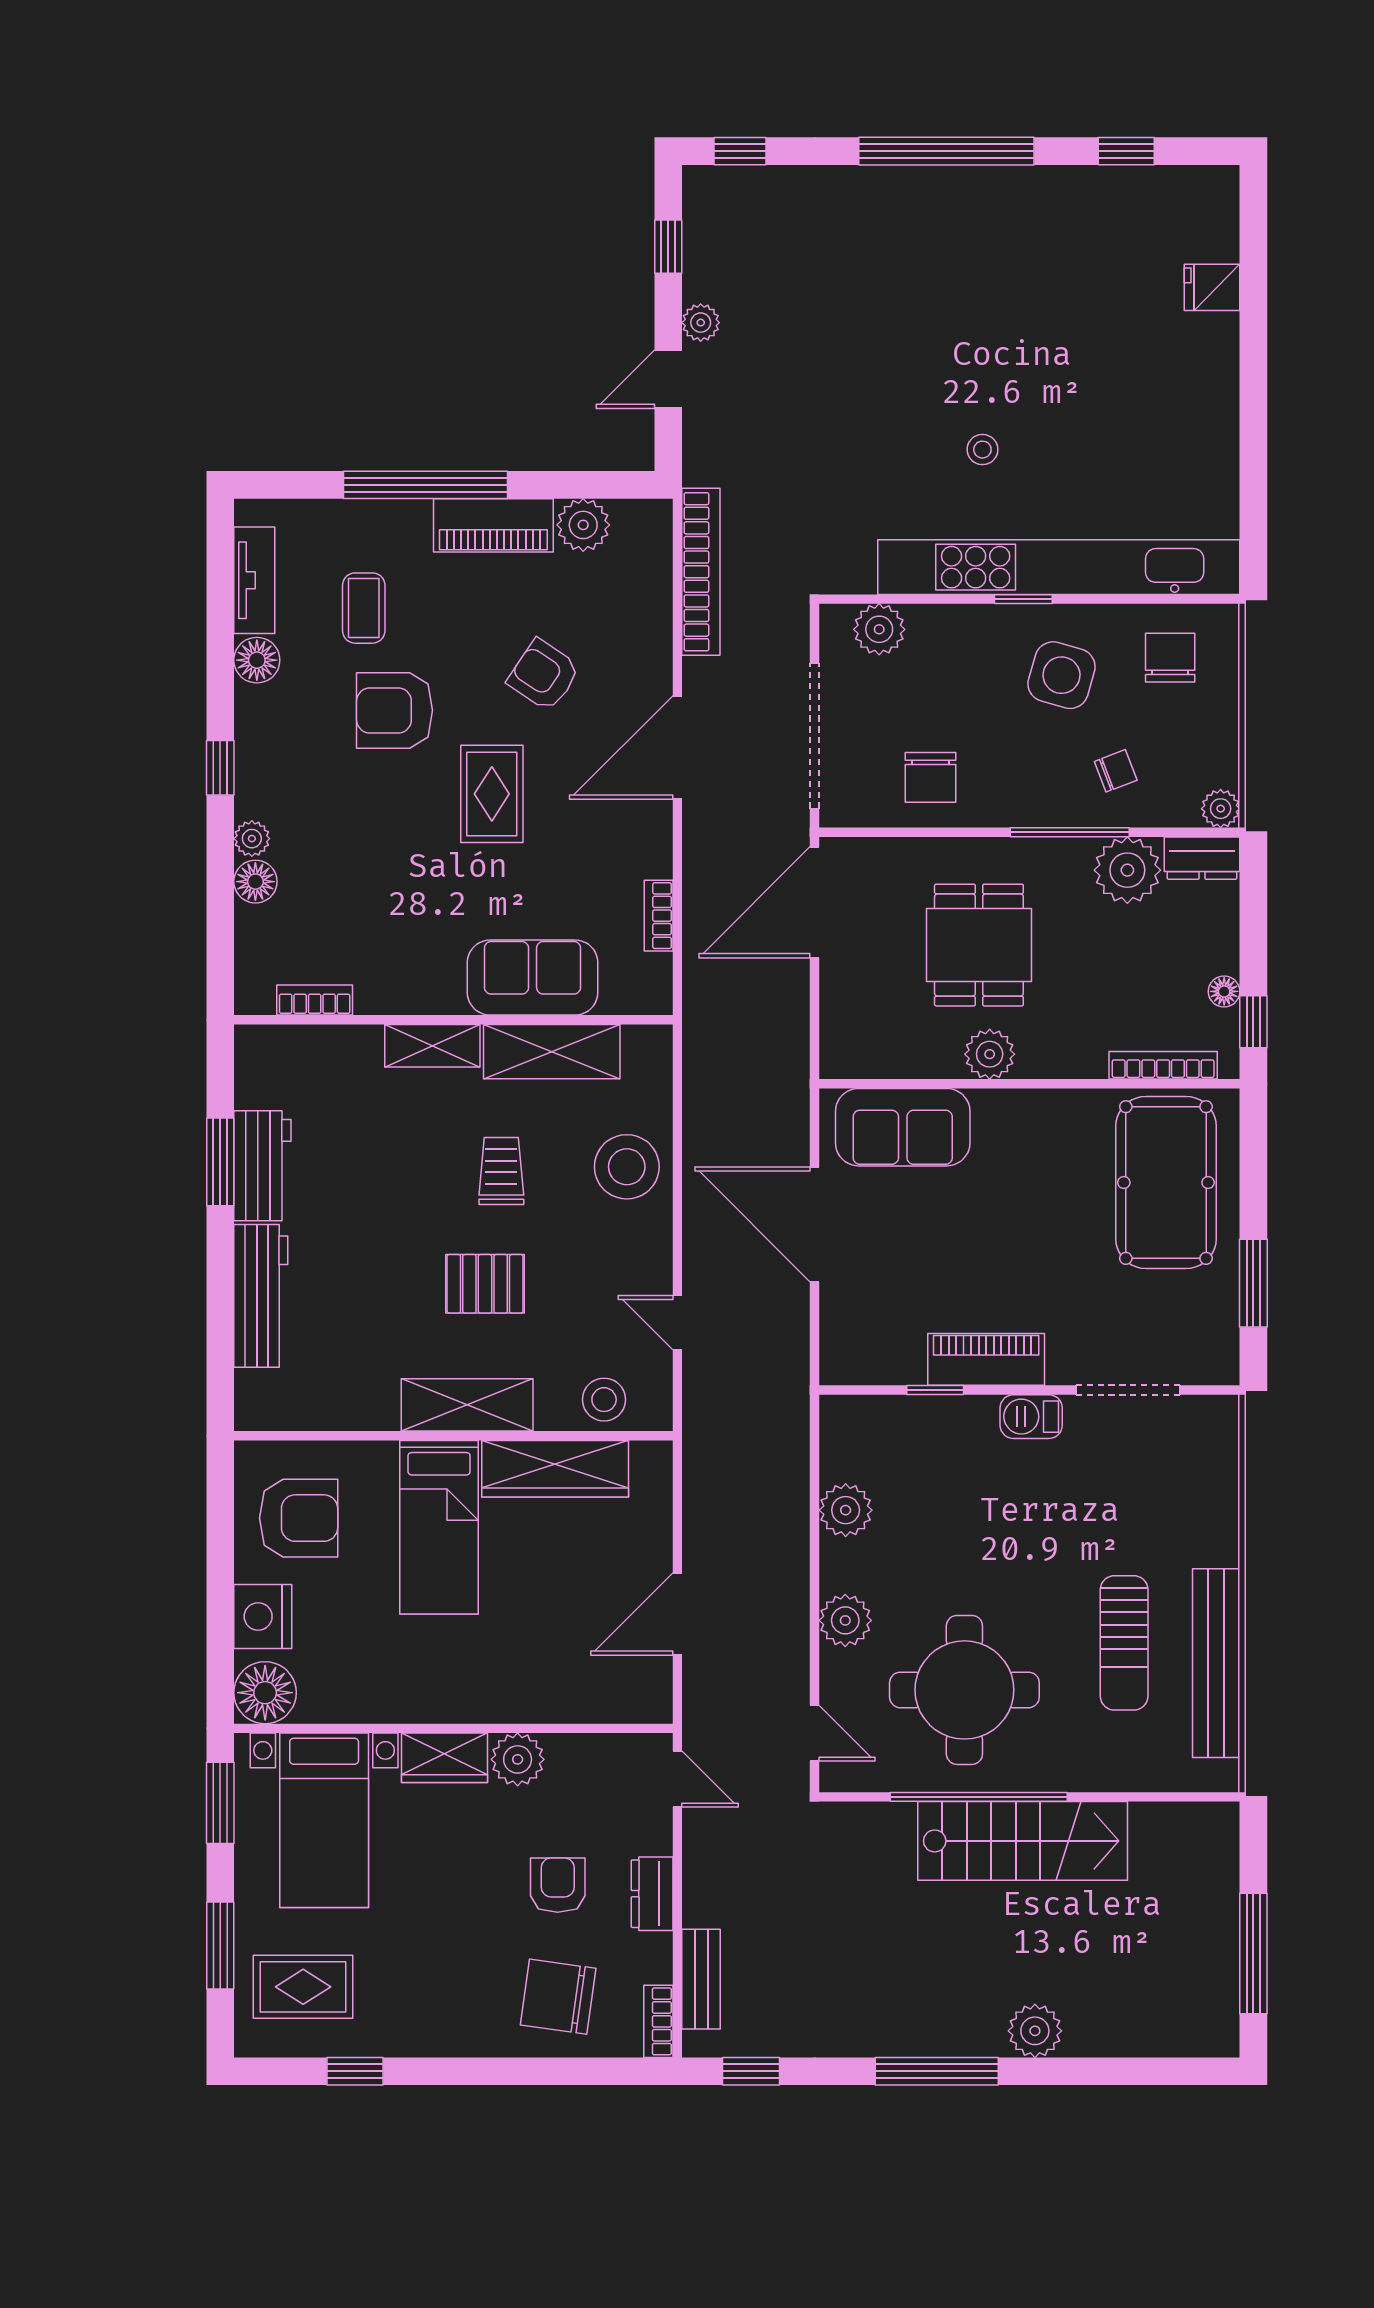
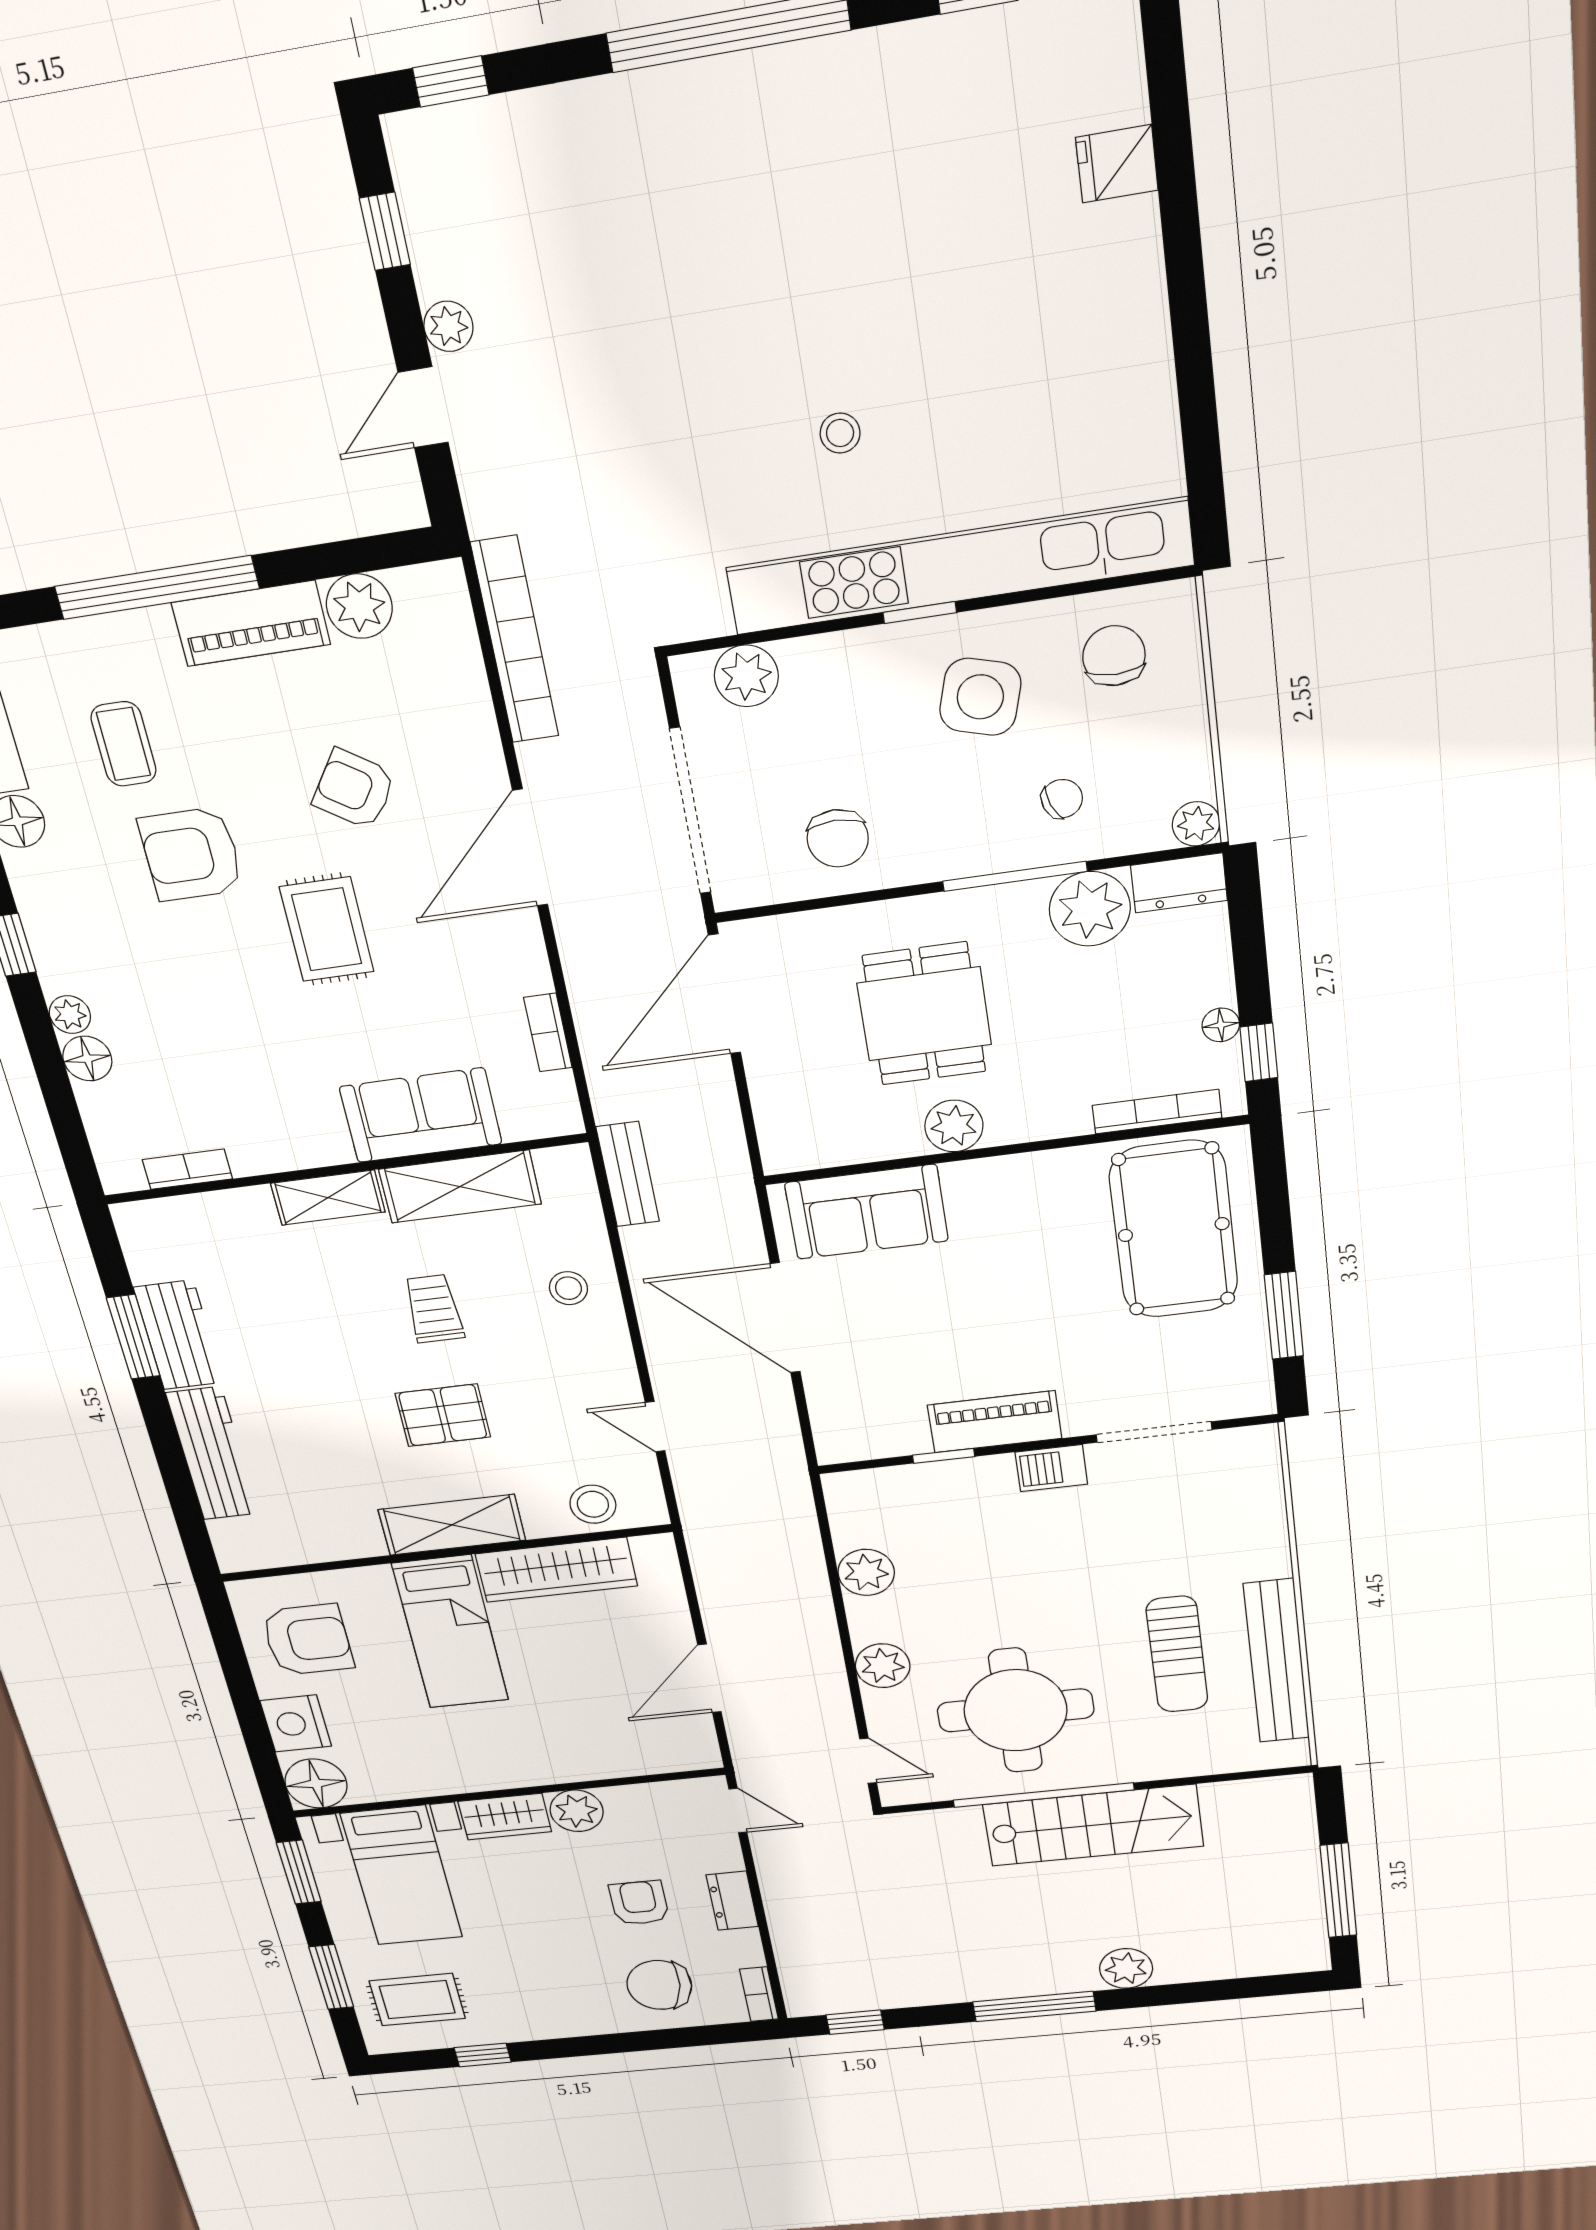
stool: (627, 1167) -> (568, 1288), width x0.53, depth x0.53
bench: (701, 1979) -> (628, 1174), moved

